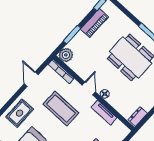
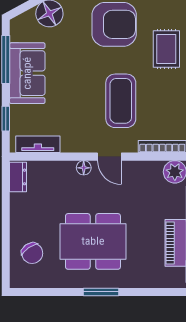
coffee table: (61, 109) -> (121, 101), turned 90
tv unit: (104, 113) -> (38, 144), moved

